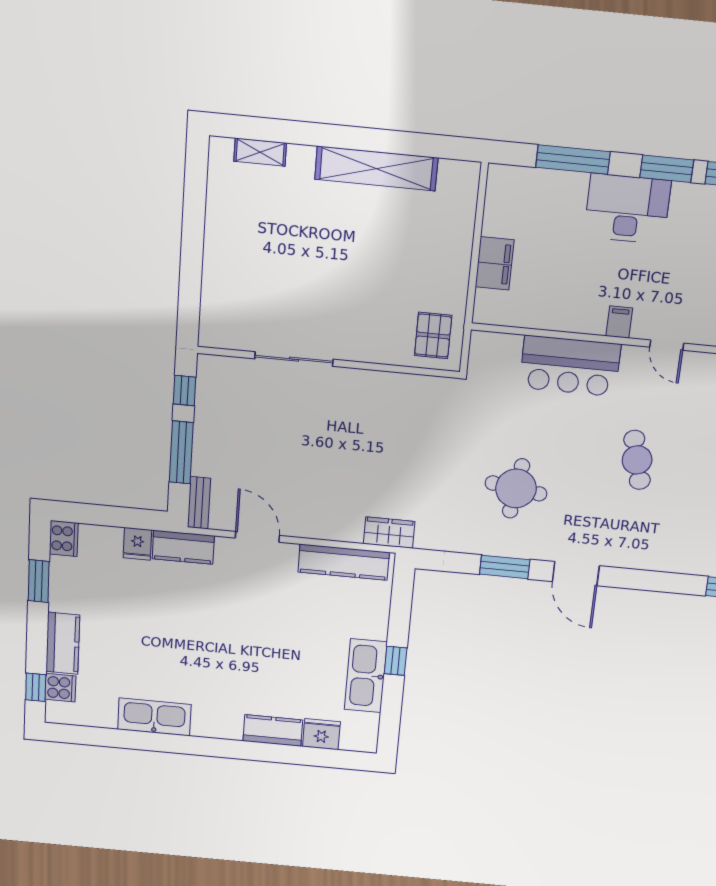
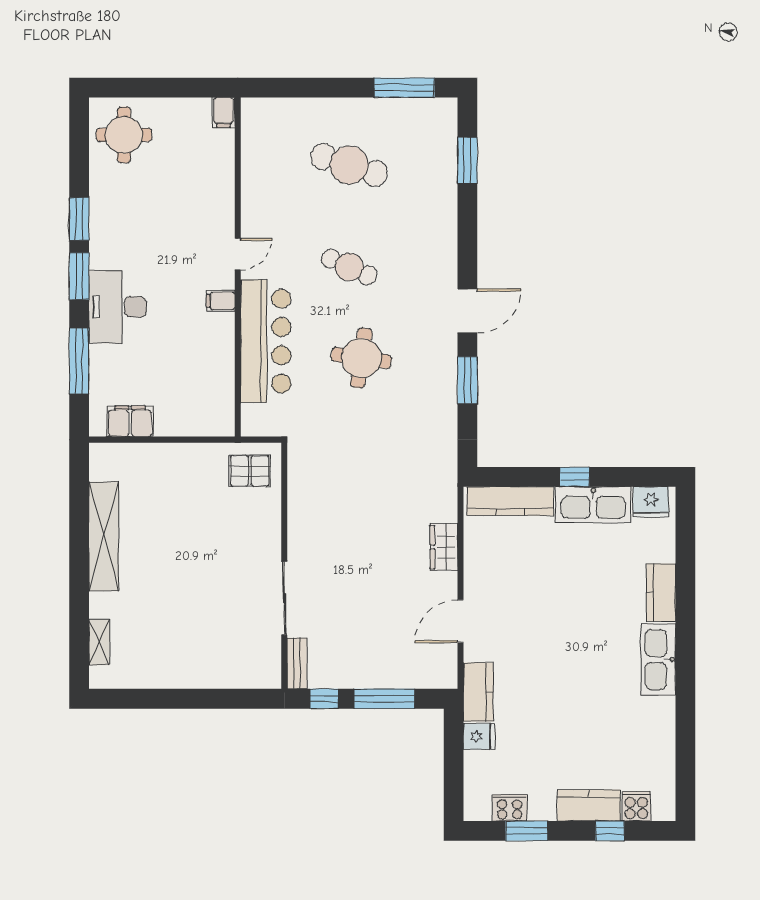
filing cabinet: (495, 263) -> (130, 421), moved
bar counter: (570, 366) -> (266, 341), width x1.36
cafe table: (637, 460) -> (349, 267), turned 39
round table: (516, 488) -> (361, 358), moved
bench: (199, 503) -> (297, 663), moved, turned 90
wardrobe: (389, 533) -> (444, 547), moved
cooker: (64, 538) -> (510, 808), moved
kitchen counter: (344, 562) -> (510, 501), moved, turned 90
window: (36, 687) -> (610, 831), moved
kitchen sink: (154, 717) -> (658, 659), moved
fridge: (321, 734) -> (651, 502), moved, turned -90

